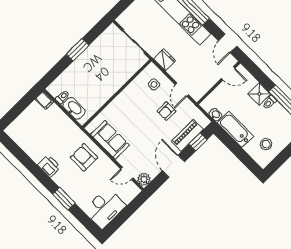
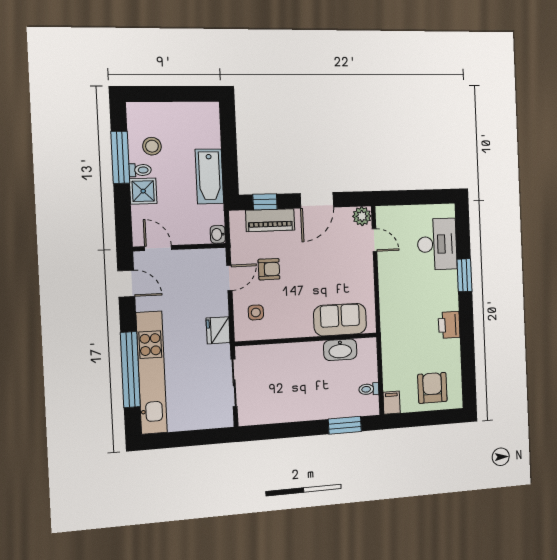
door: (228, 43) -> (126, 284), hinge flipped
window: (78, 50) -> (345, 425), moved
washbasin: (74, 108) -> (340, 350), moved, turned -90
washbasin: (215, 115) -> (218, 234), moved
sofa: (110, 140) -> (340, 320), moved, turned 90
stool: (266, 144) -> (152, 146), moved
armchair: (84, 157) -> (432, 388), moved, turned 180
desk: (105, 208) -> (437, 244), moved, turned 90

